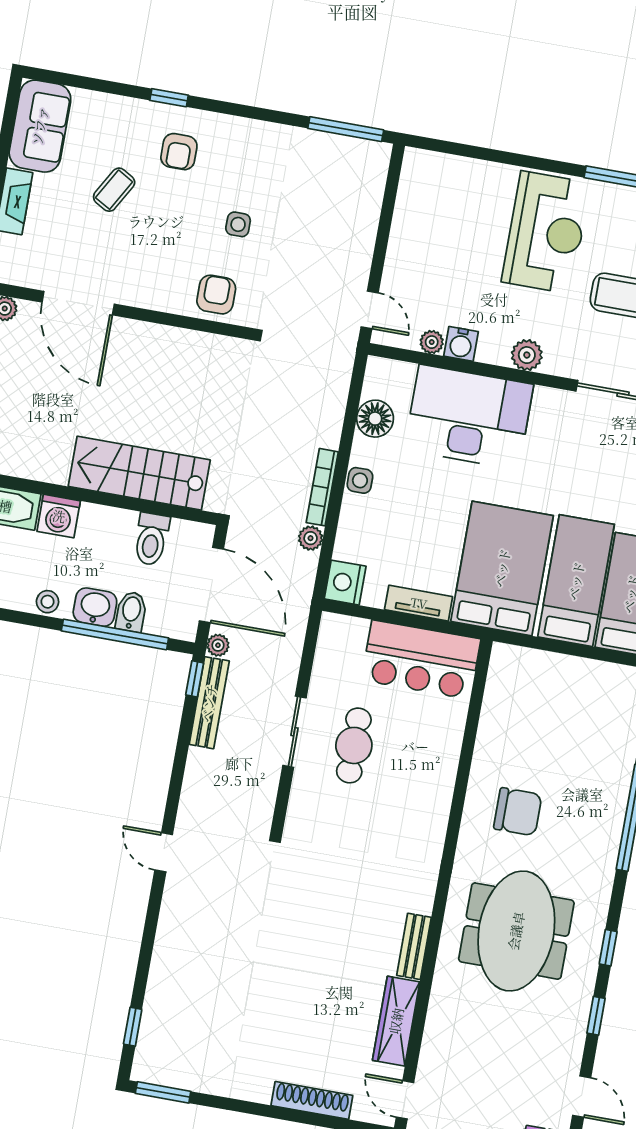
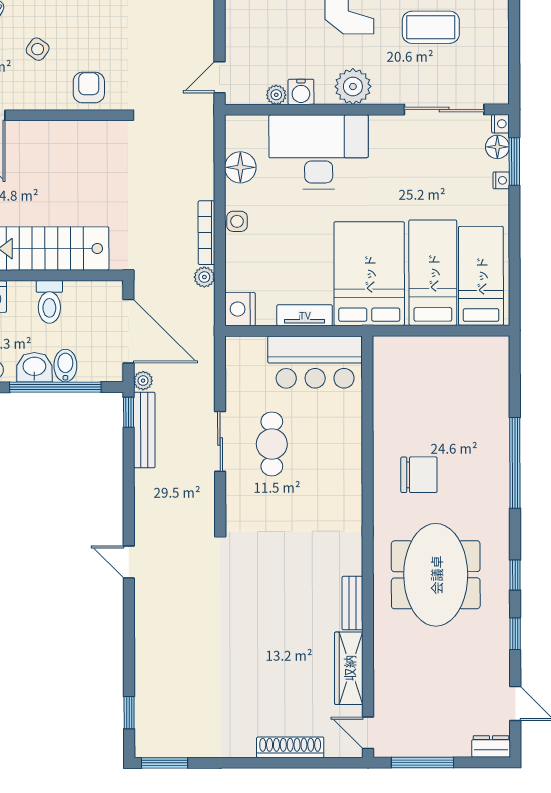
side table: (238, 224) -> (38, 49), moved, turned 35
door: (370, 310) -> (219, 77), swing flipped
plant: (527, 355) -> (353, 87), width x1.36, depth x1.36
toilet: (151, 539) -> (49, 302), moved

